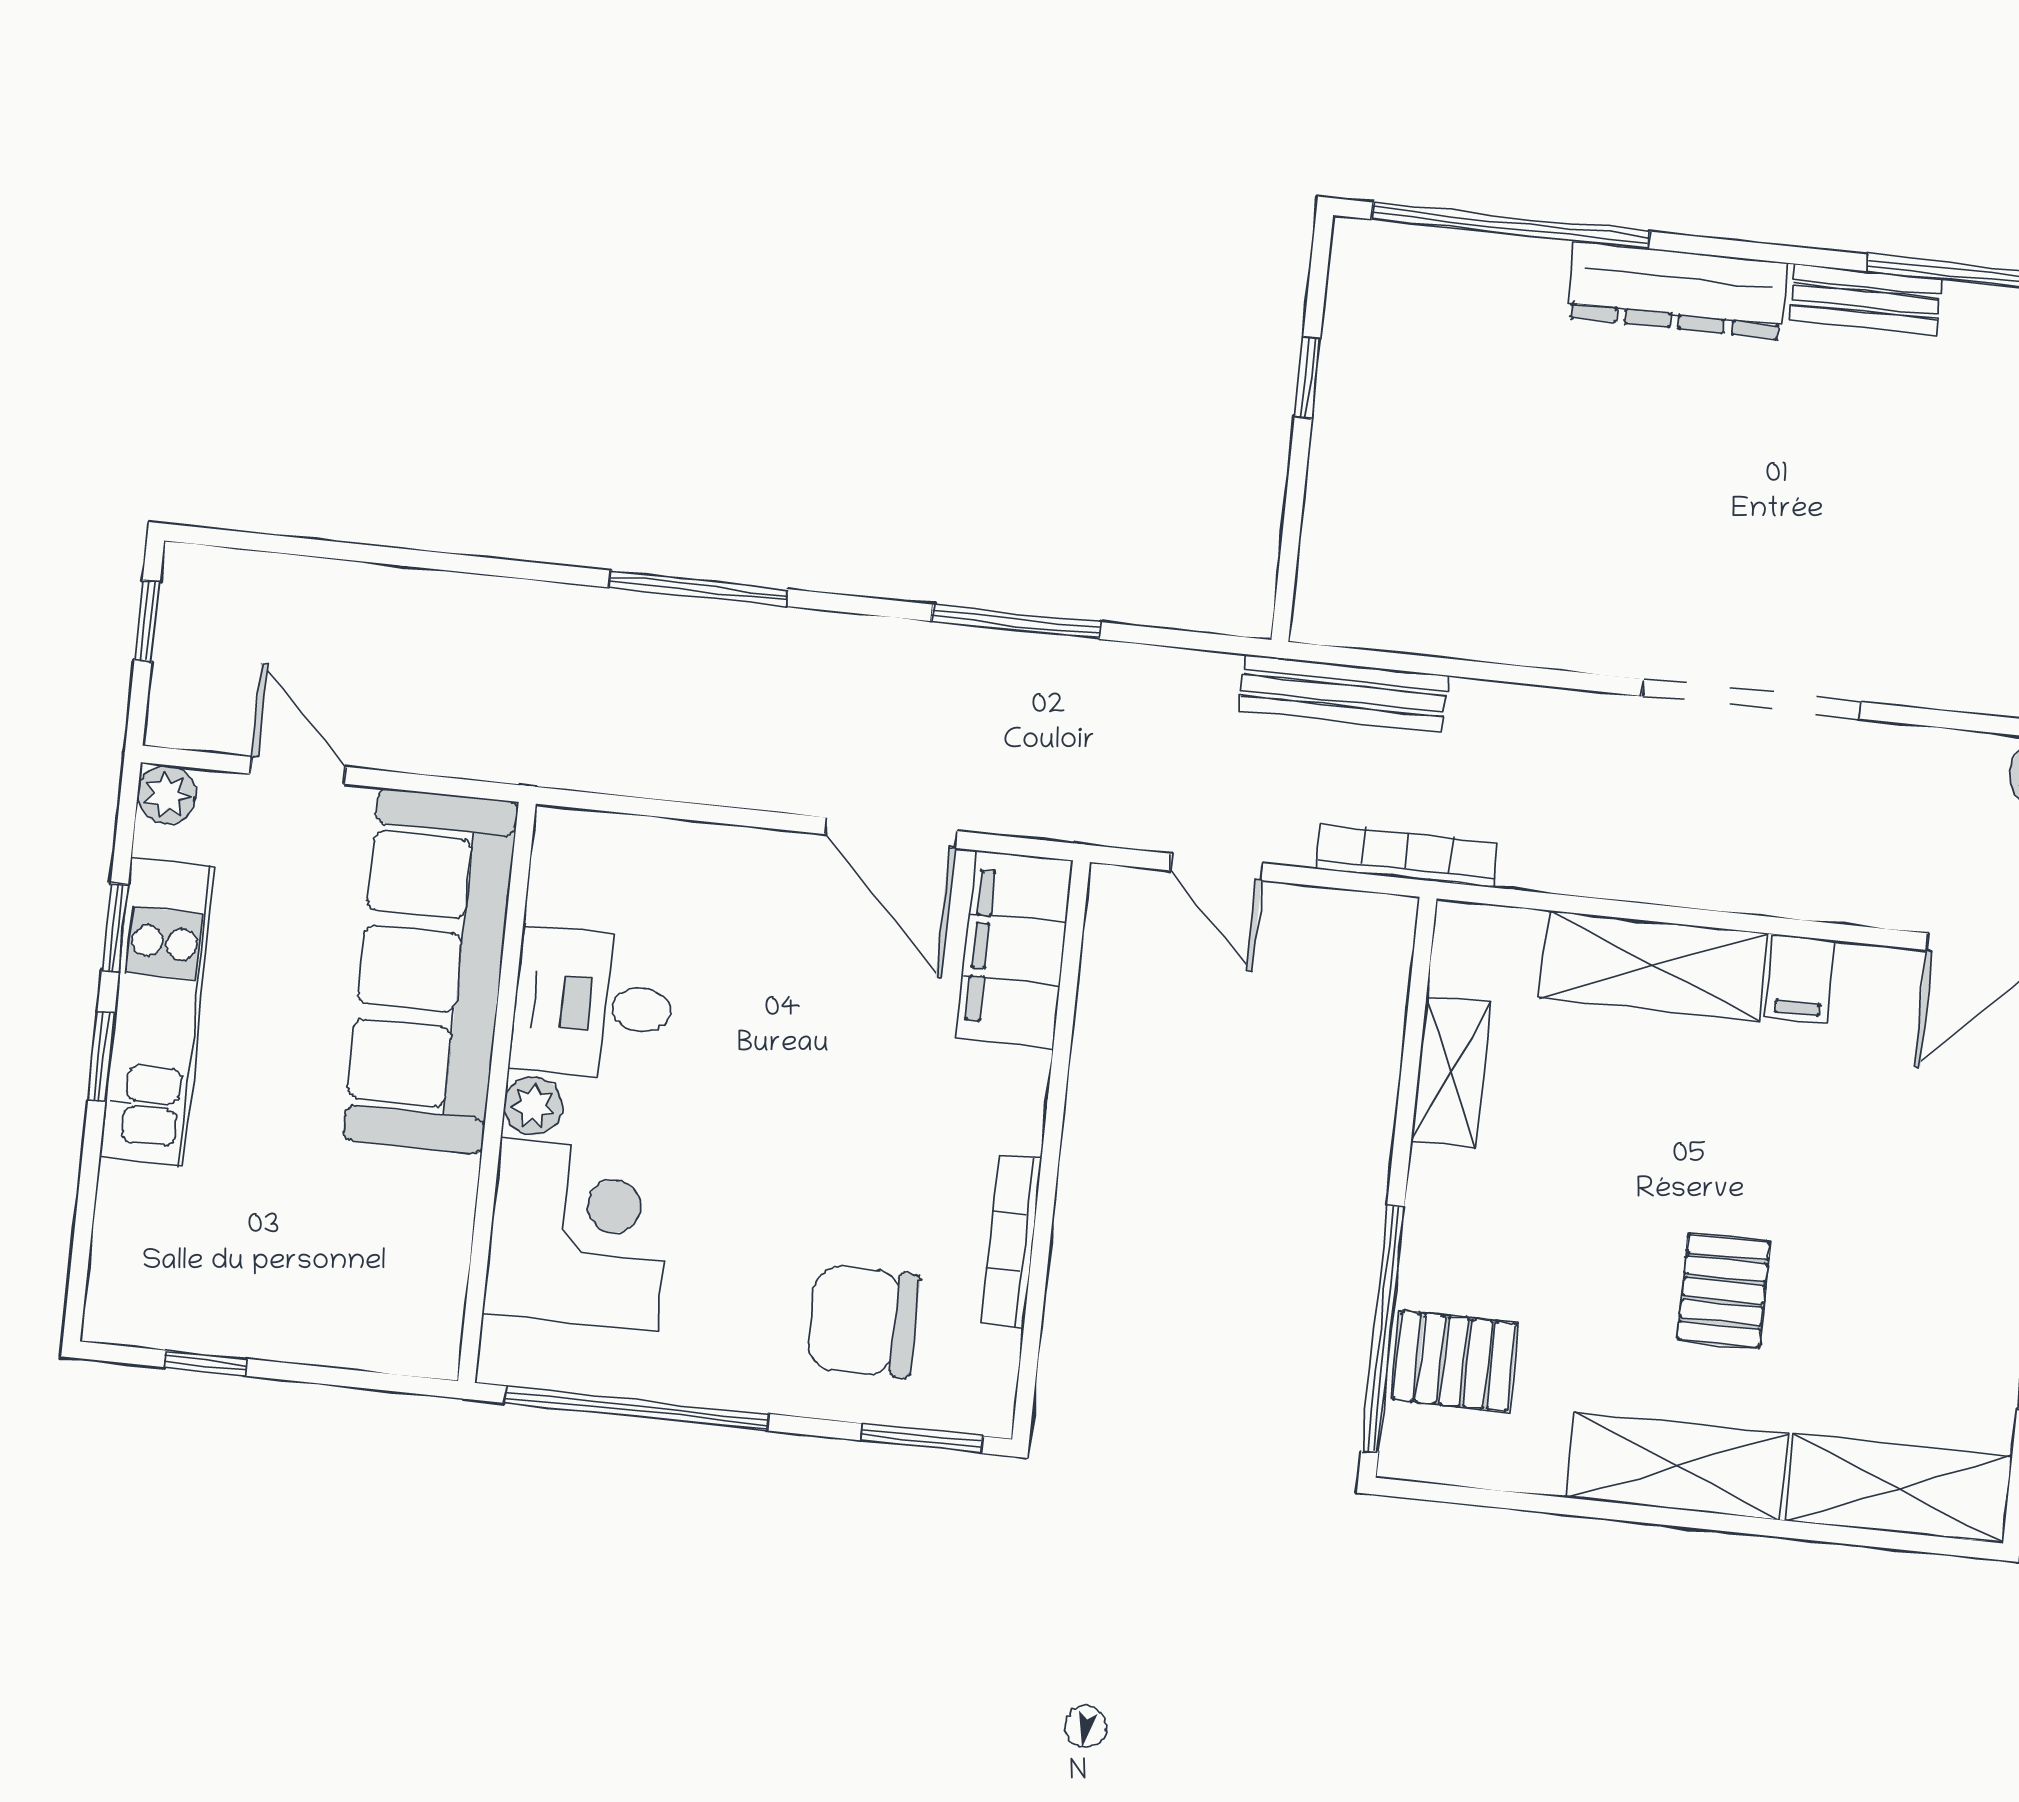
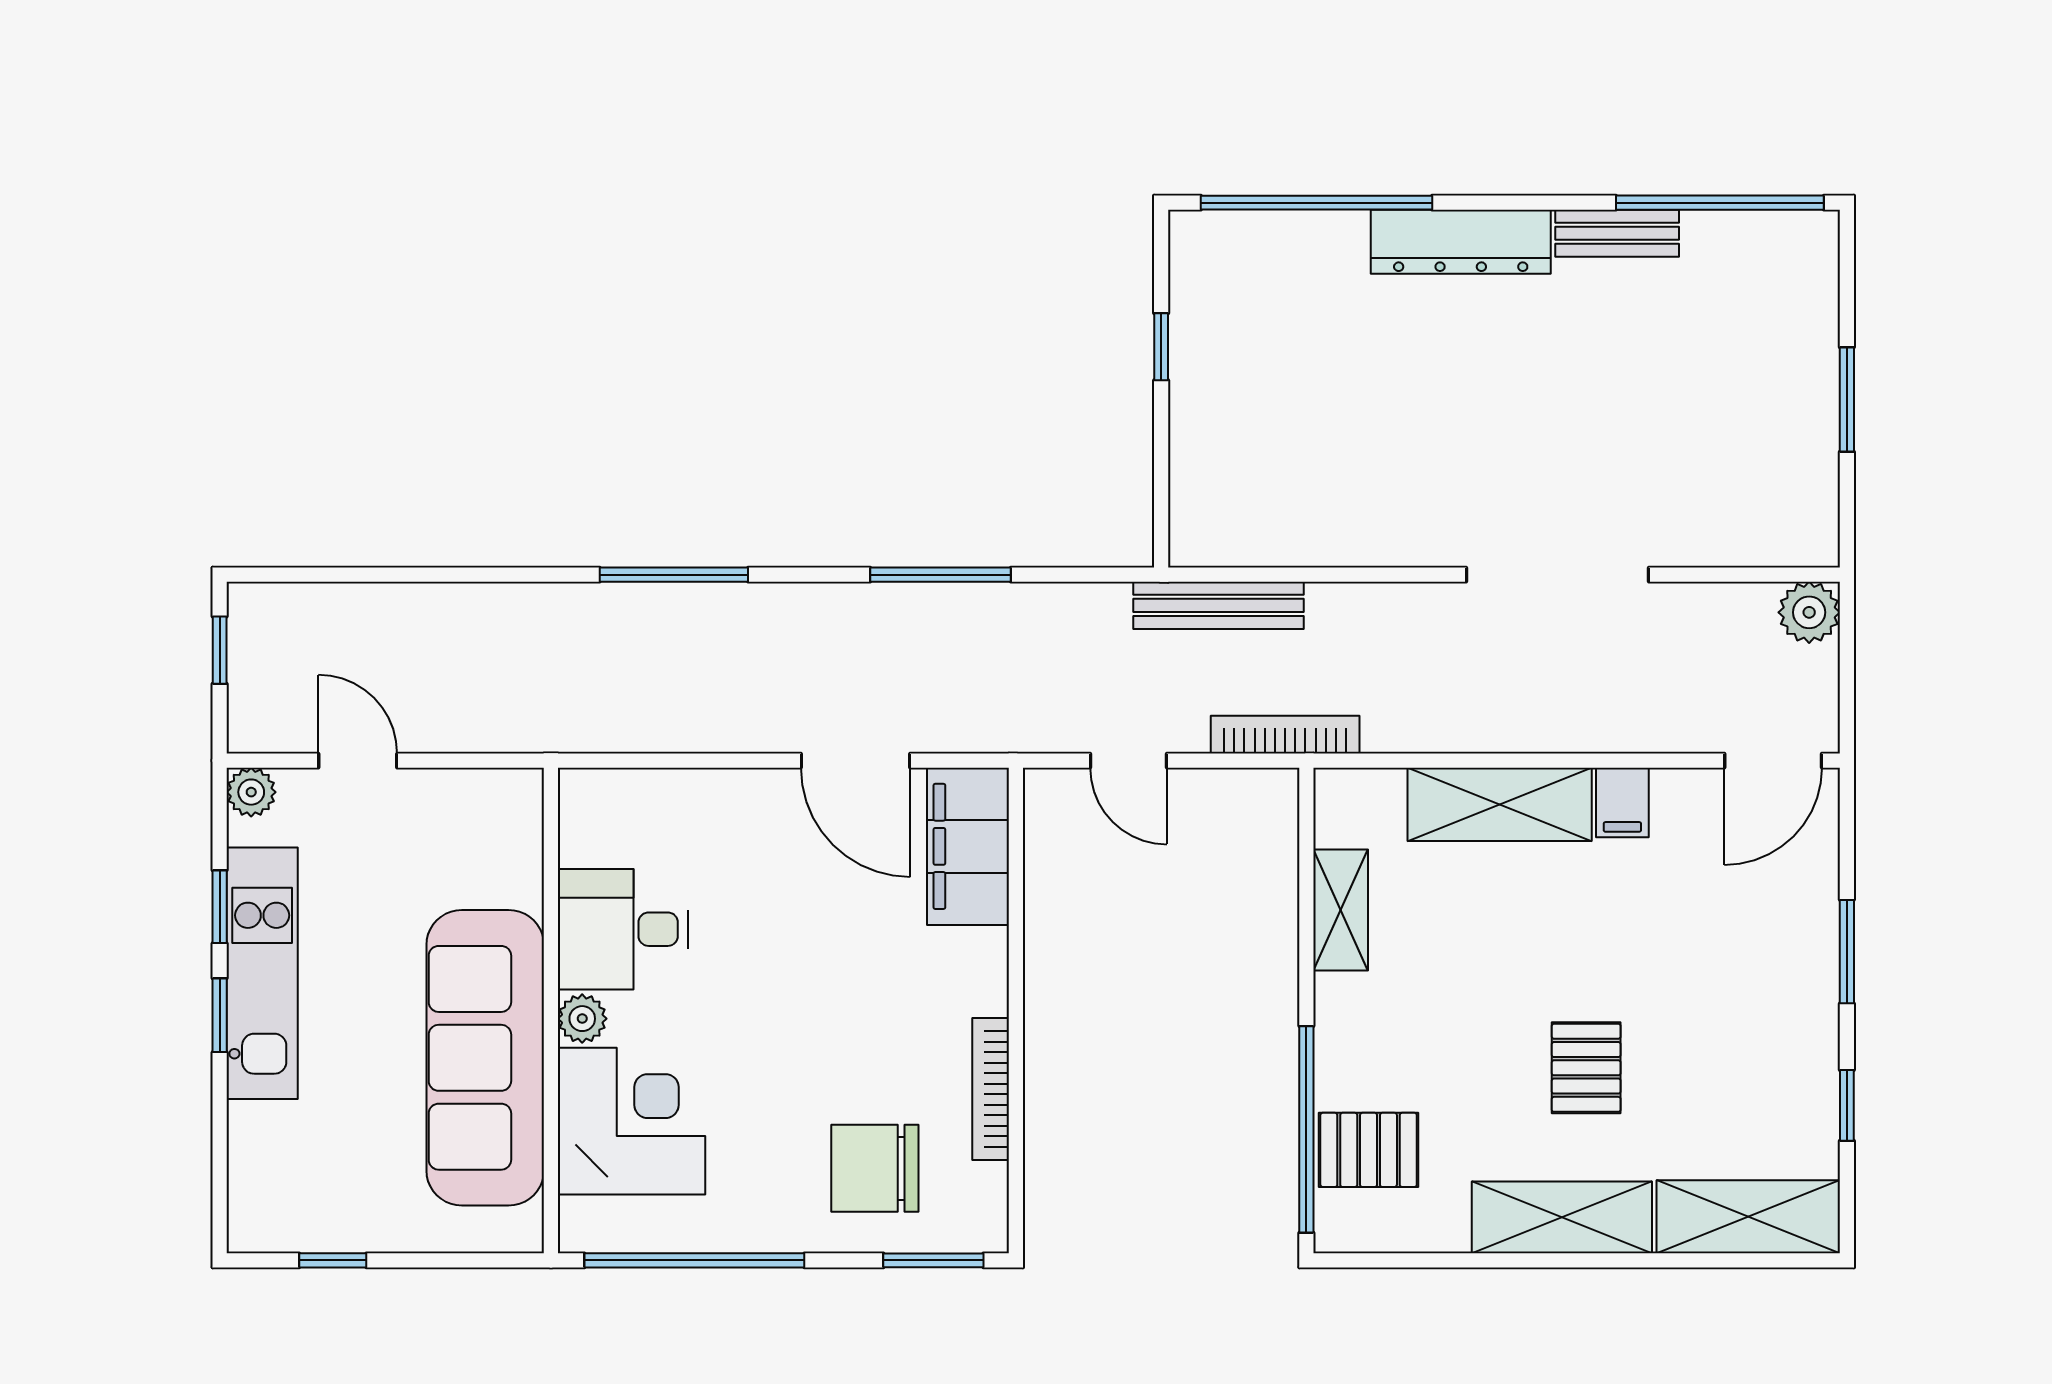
sofa: (430, 971) -> (485, 1058), moved

